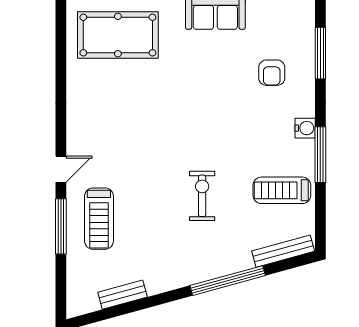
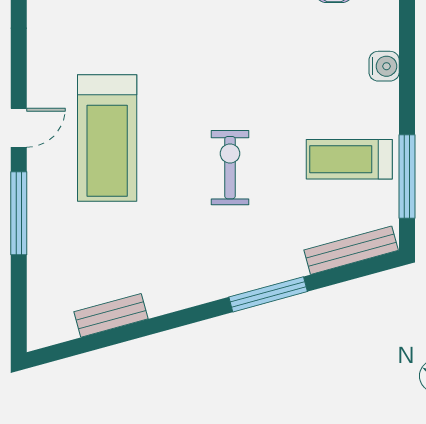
window: (320, 155) -> (407, 177), moved
treadmill: (99, 219) -> (107, 138), moved, width x1.37, depth x1.38
window: (228, 281) -> (268, 294), width x0.68

